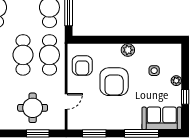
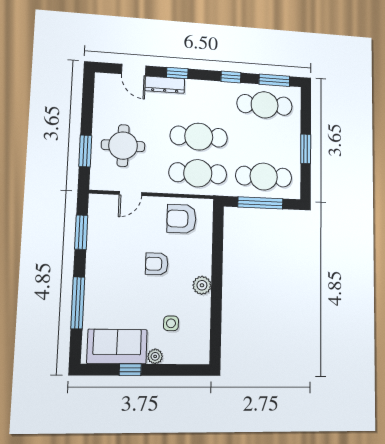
armchair: (114, 82) -> (157, 264), width x0.53, depth x0.53
door: (66, 101) -> (130, 193), hinge flipped
sofa: (162, 118) -> (117, 347), moved, turned -90

